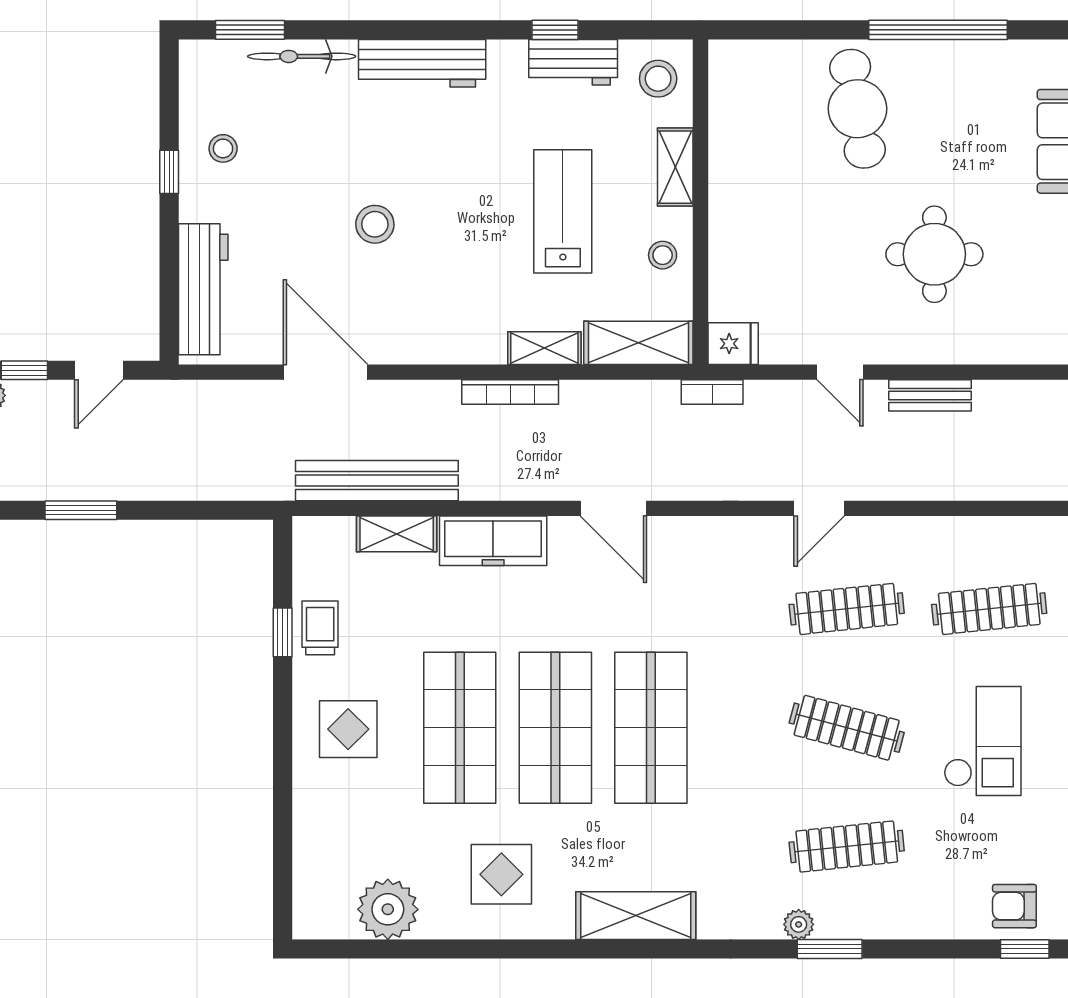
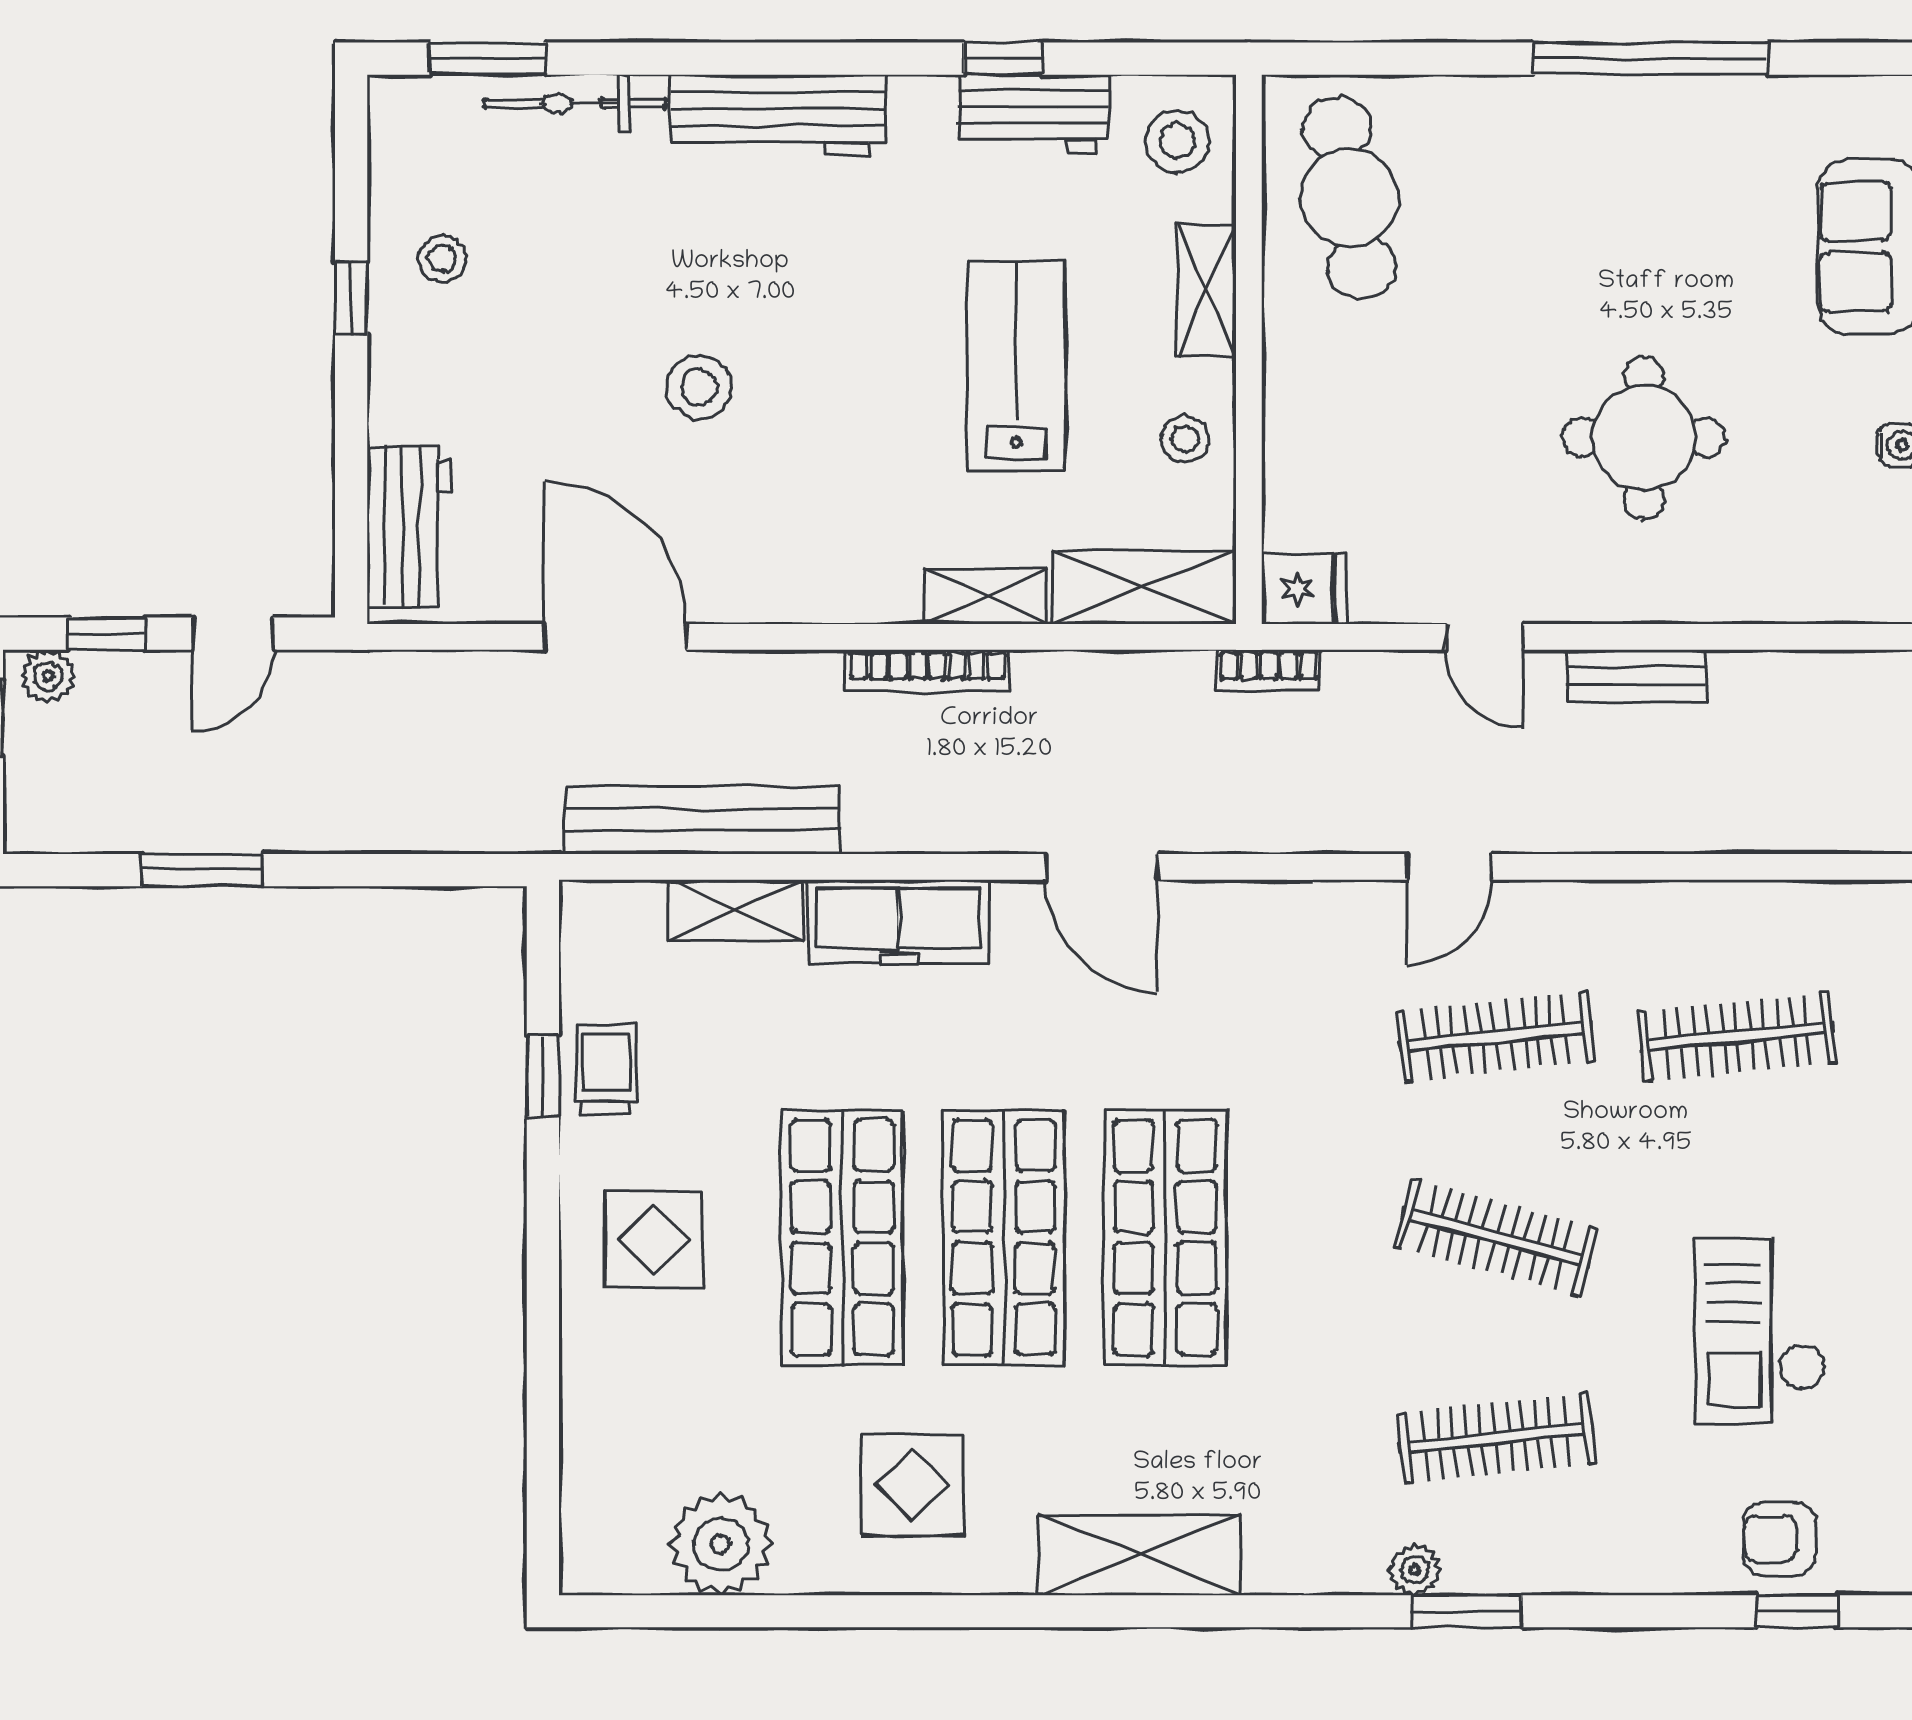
cafe table: (857, 109) -> (1349, 198), moved
workbench: (203, 289) -> (409, 527), width x0.73
checkout: (982, 741) -> (1761, 1330), moved, turned 180

